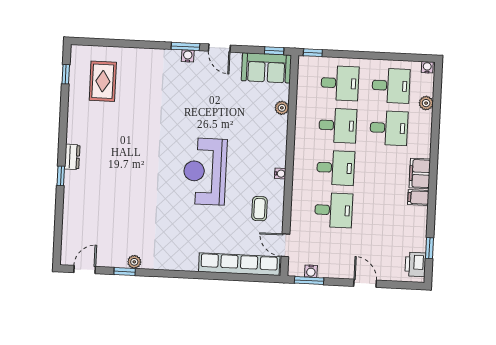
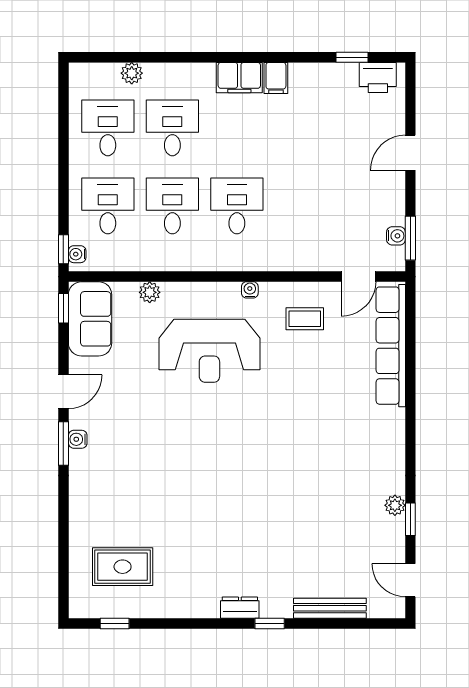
water cooler: (427, 67) -> (77, 254), moved
reception desk: (205, 171) -> (209, 351), moved
desk: (334, 210) -> (301, 206), removed
bench: (69, 216) -> (330, 608), added

